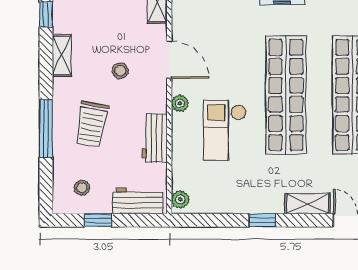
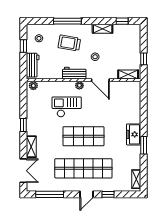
door: (169, 60) -> (100, 80), hinge flipped
shop shelf: (286, 95) -> (83, 136), width x0.71
workbench: (155, 138) -> (74, 73), moved

